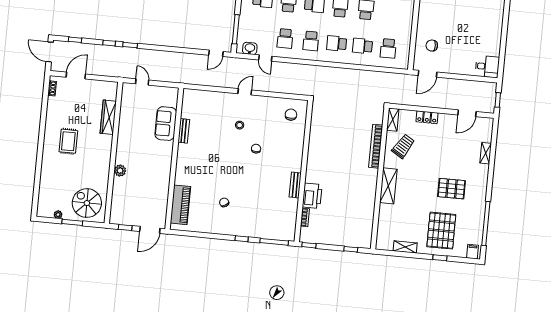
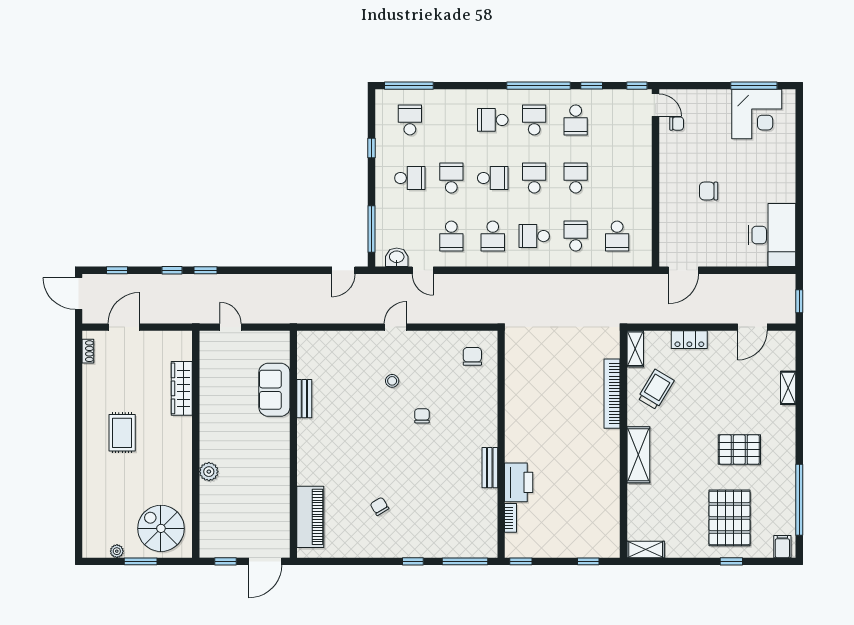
school desk: (362, 46) -> (576, 236), turned 90
chair: (432, 46) -> (709, 191), moved
desk: (487, 67) -> (772, 235), width x1.87, depth x1.30
shelving: (405, 247) -> (646, 550), moved

